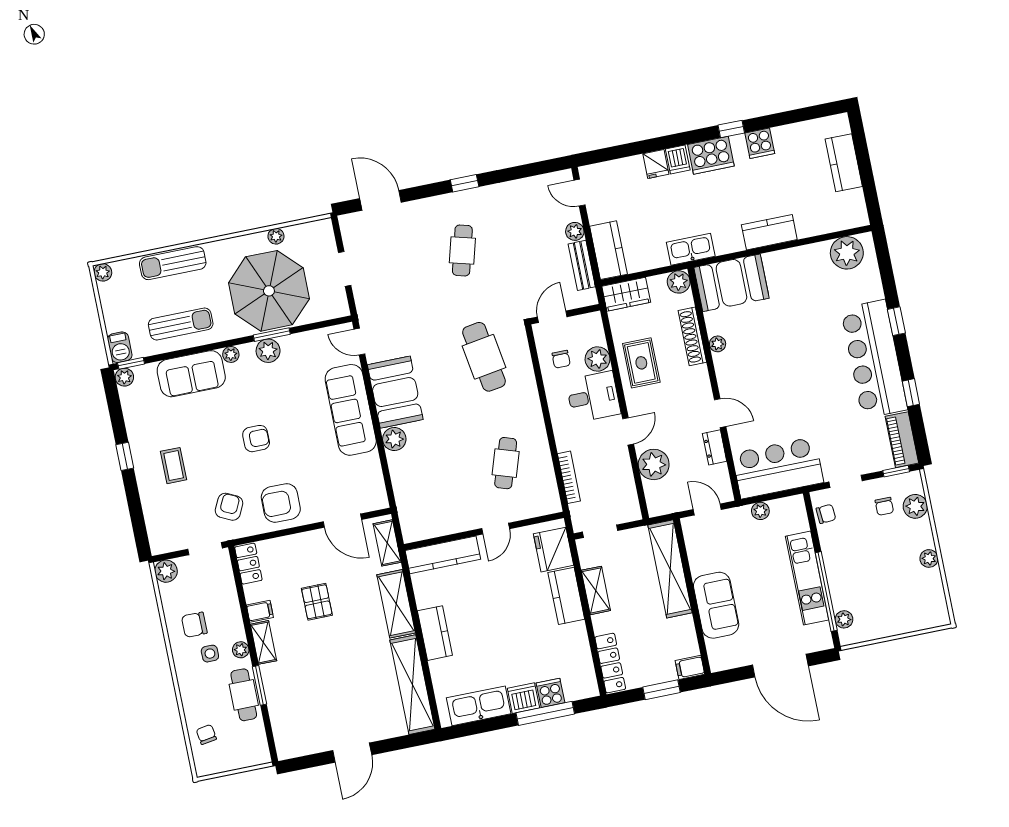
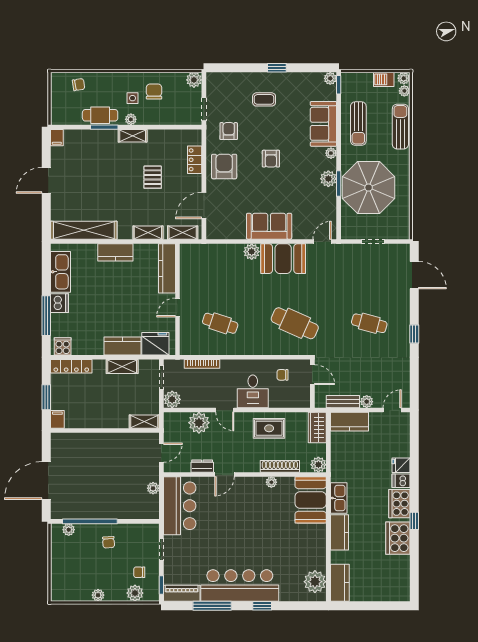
cooker: (760, 143) -> (398, 538), width x1.87, depth x1.31
kitchen counter: (844, 163) -> (340, 583), moved, turned 90
door: (381, 200) -> (414, 275), hinge flipped
plant: (276, 236) -> (404, 91), moved
kitchen sink: (691, 249) -> (339, 498), moved
barbecue: (120, 347) -> (384, 79), moved
cafe table: (484, 357) -> (295, 323), turned 33
plant: (598, 359) -> (172, 399), moved
window: (911, 393) -> (212, 606), width x2.17
sofa: (351, 410) -> (269, 226), width x0.73
armchair: (229, 507) -> (229, 131), turned -116
chair: (826, 514) -> (109, 542), moved
door: (496, 529) -> (177, 308), hinge flipped
locker: (248, 564) -> (195, 160), moved, turned 90
shelving: (670, 569) -> (144, 422), width x0.45, depth x0.75
kitchen unit: (807, 578) -> (102, 510), removed
pallet: (317, 602) -> (153, 177), turned 90
shelving: (396, 604) -> (148, 233), width x0.67, depth x0.75
sofa: (716, 605) -> (96, 445), removed
filing cabinet: (260, 611) -> (57, 138), moved
cooker: (550, 693) -> (63, 346), moved, turned -90
door: (352, 753) -> (46, 180), hinge flipped

